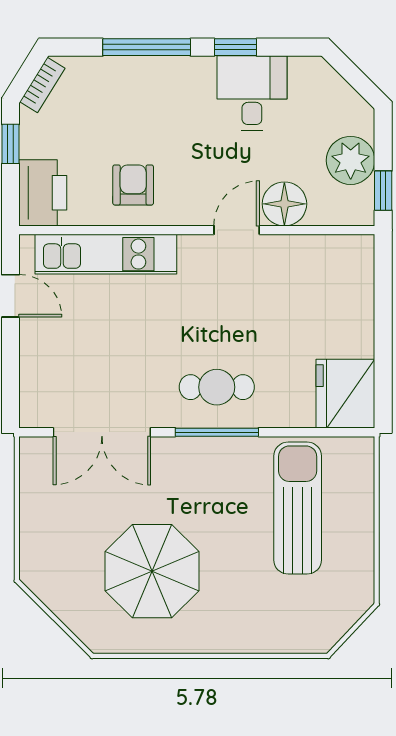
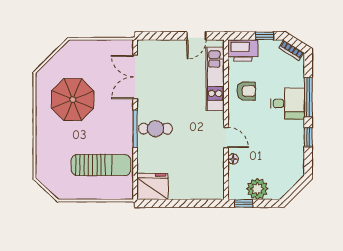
desk: (252, 93) -> (288, 103), moved
floor lamp: (284, 204) -> (233, 159), width x0.53, depth x0.53
cafe table: (217, 387) -> (155, 129), turned 90

